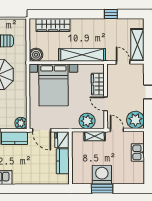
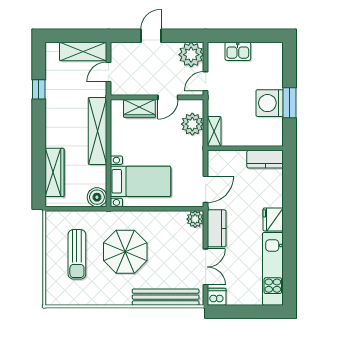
bed with nightstands: (53, 85) -> (141, 181), width x0.73
shelving: (95, 136) -> (214, 131), moved
fridge: (62, 140) -> (273, 219), moved, turned 90
kitchen counter: (63, 161) -> (265, 159), moved

